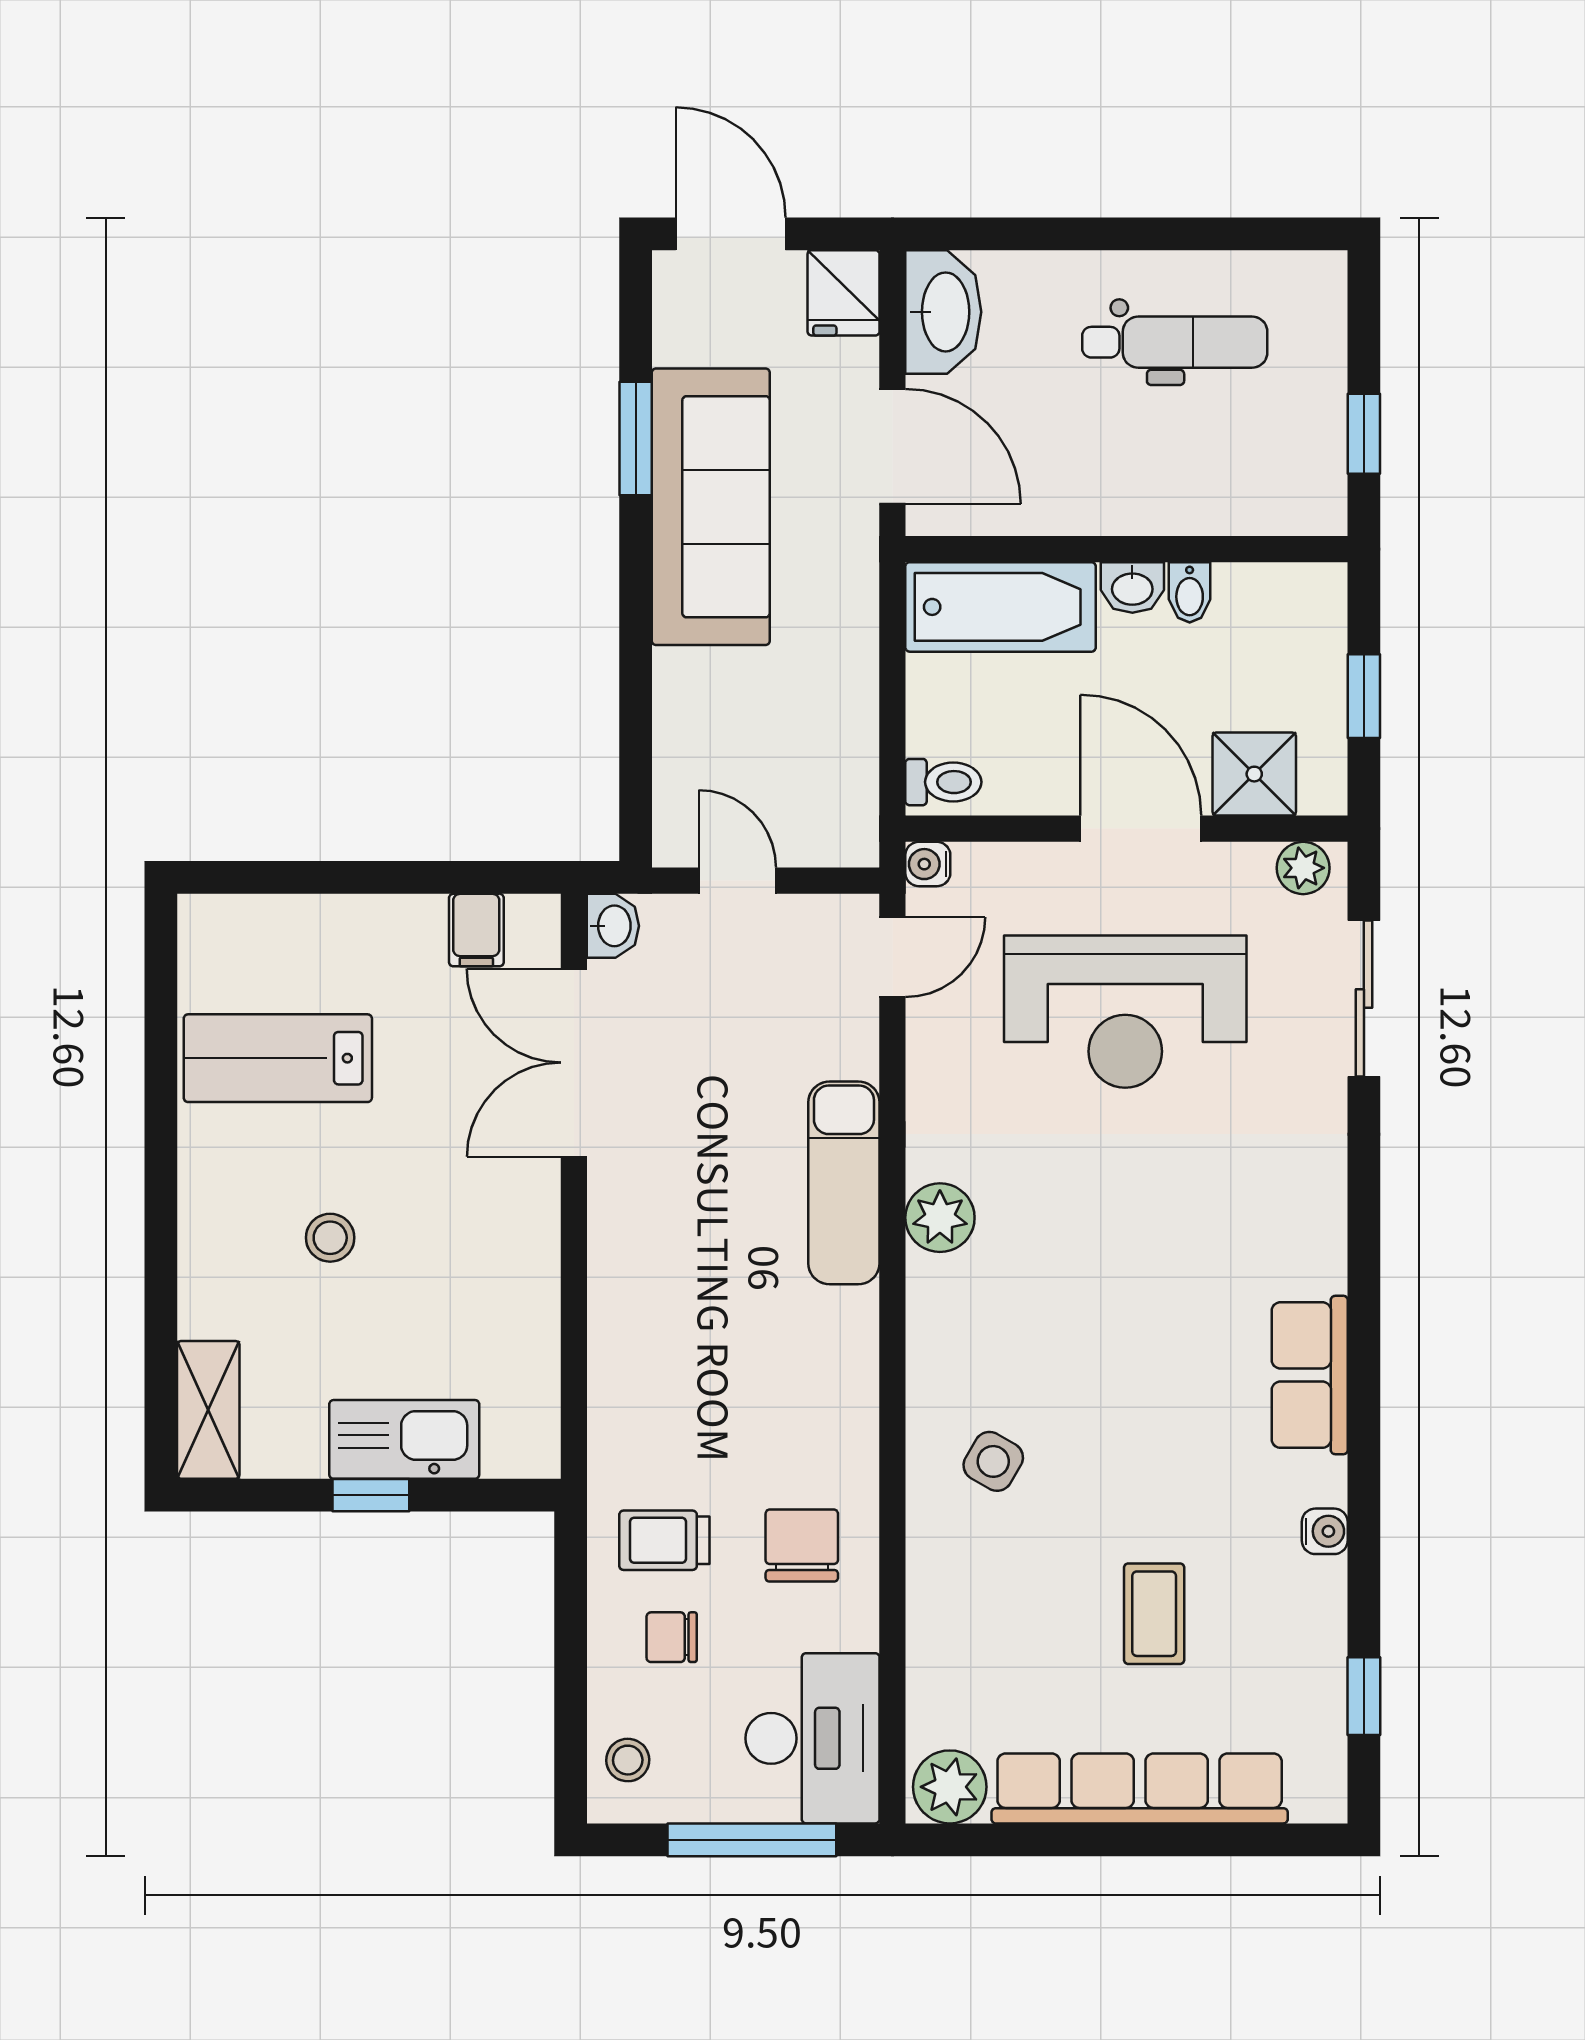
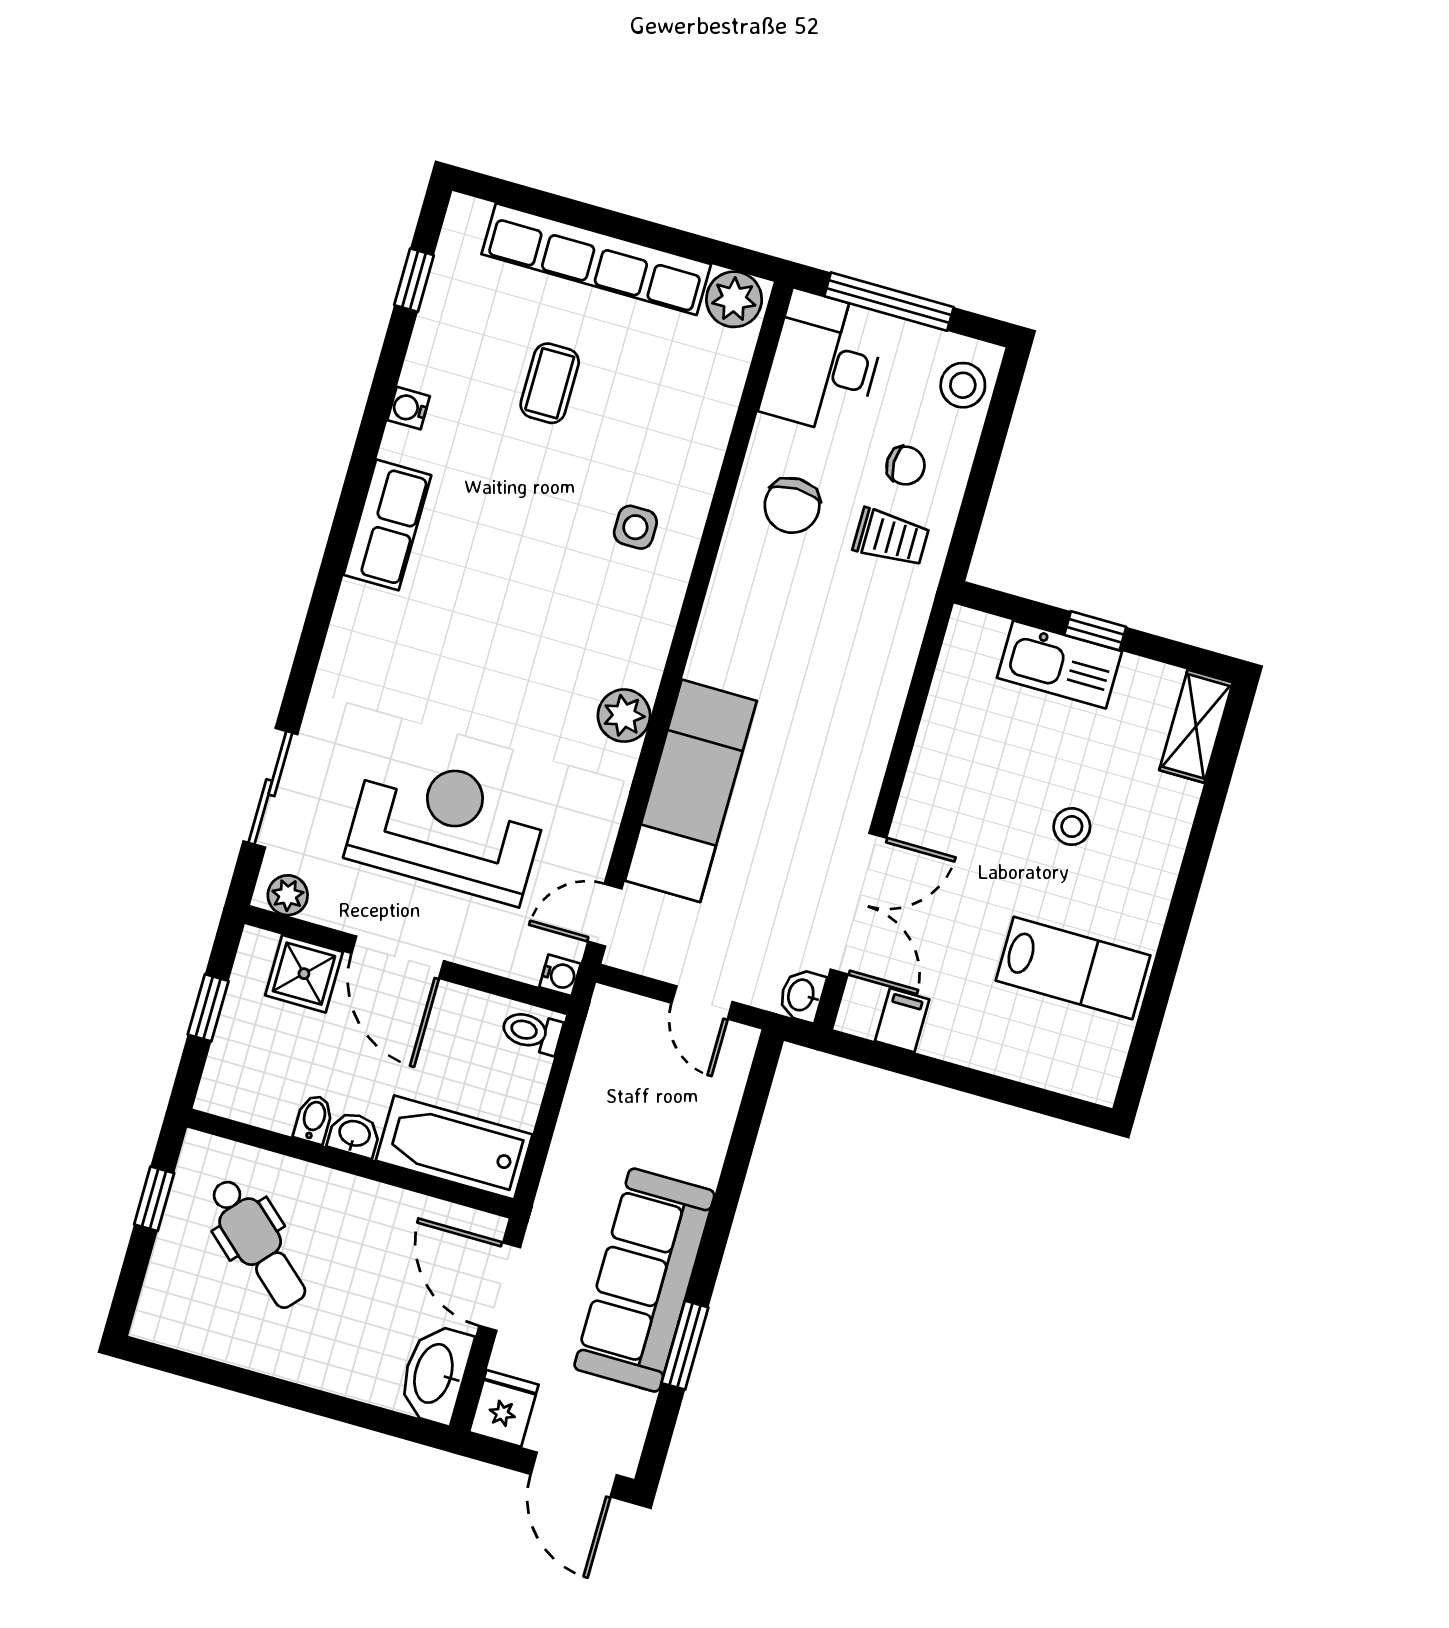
dental chair: (1175, 342) -> (258, 1243), moved, turned -138
exam couch: (844, 1183) -> (691, 791), width x1.36, depth x1.45
side table: (993, 1461) -> (635, 527), turned -30
stool: (628, 1760) -> (963, 385), width x1.37, depth x1.37

